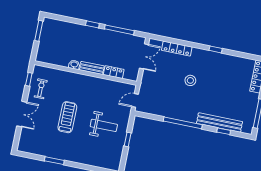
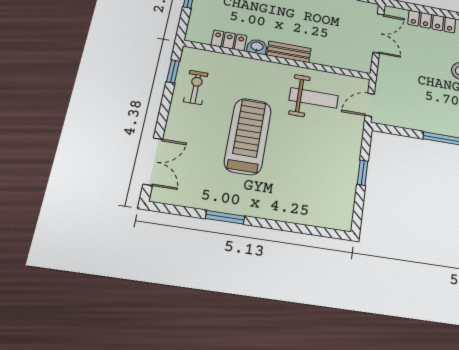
locker: (114, 72) -> (229, 40), moved
double door: (22, 114) -> (153, 162), moved
treadmill: (67, 117) -> (248, 136), width x1.37, depth x1.38
weight bench: (104, 125) -> (314, 98), moved

